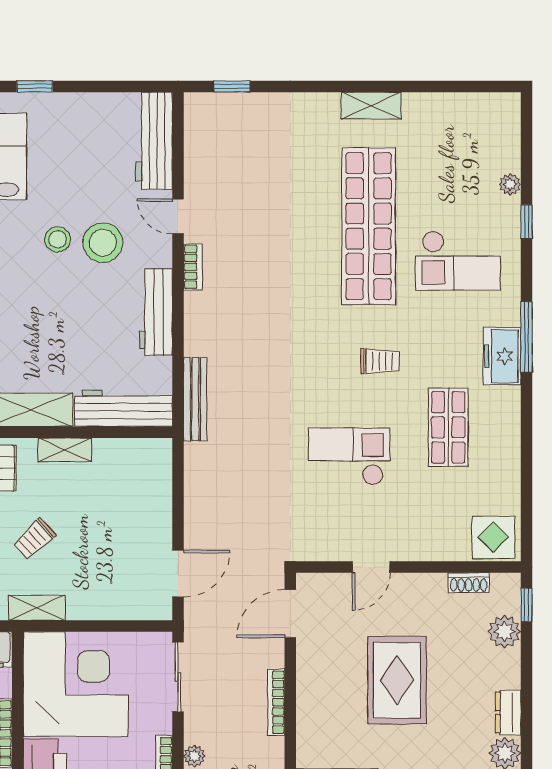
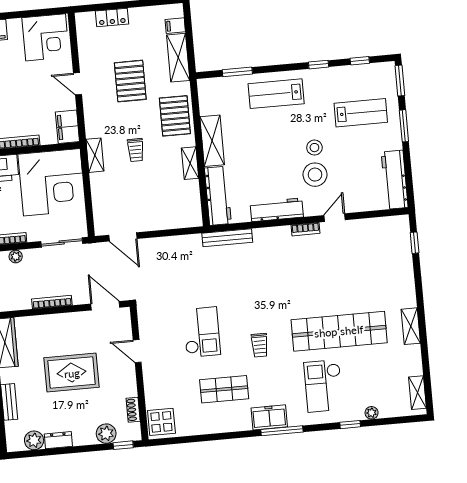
window: (35, 86) -> (404, 126), width x1.50
shelving: (483, 104) -> (417, 393), added
workbench: (154, 141) -> (395, 180), moved, turned -90
trolley: (34, 539) -> (136, 150), turned -137

